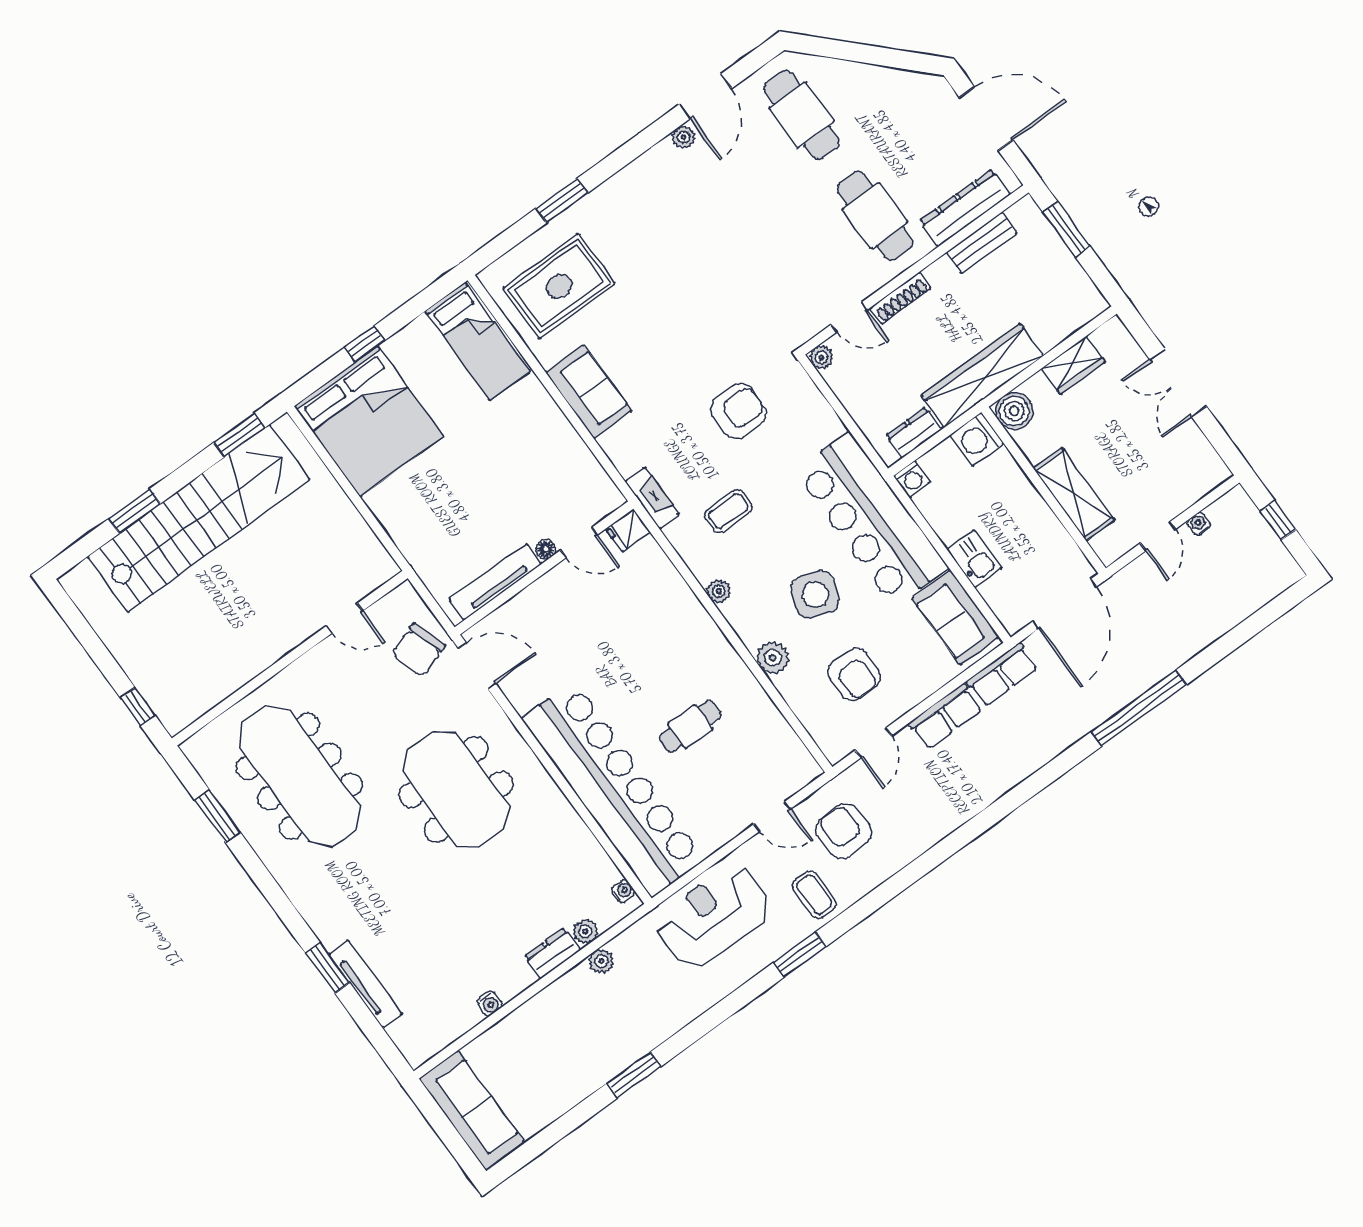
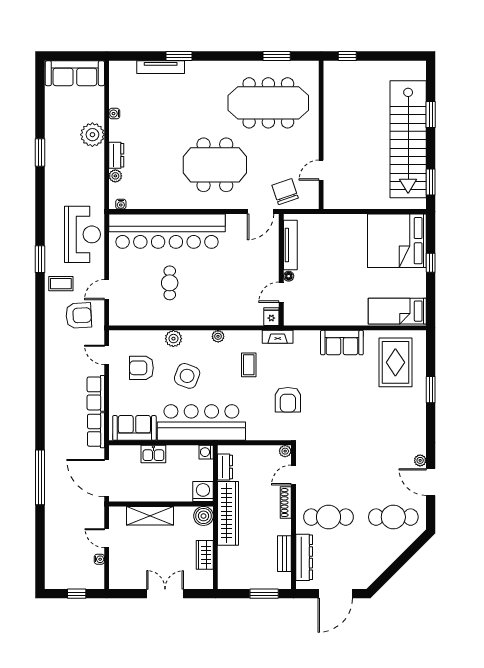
plant: (601, 961) -> (92, 135), moved, width x1.87, depth x1.87

